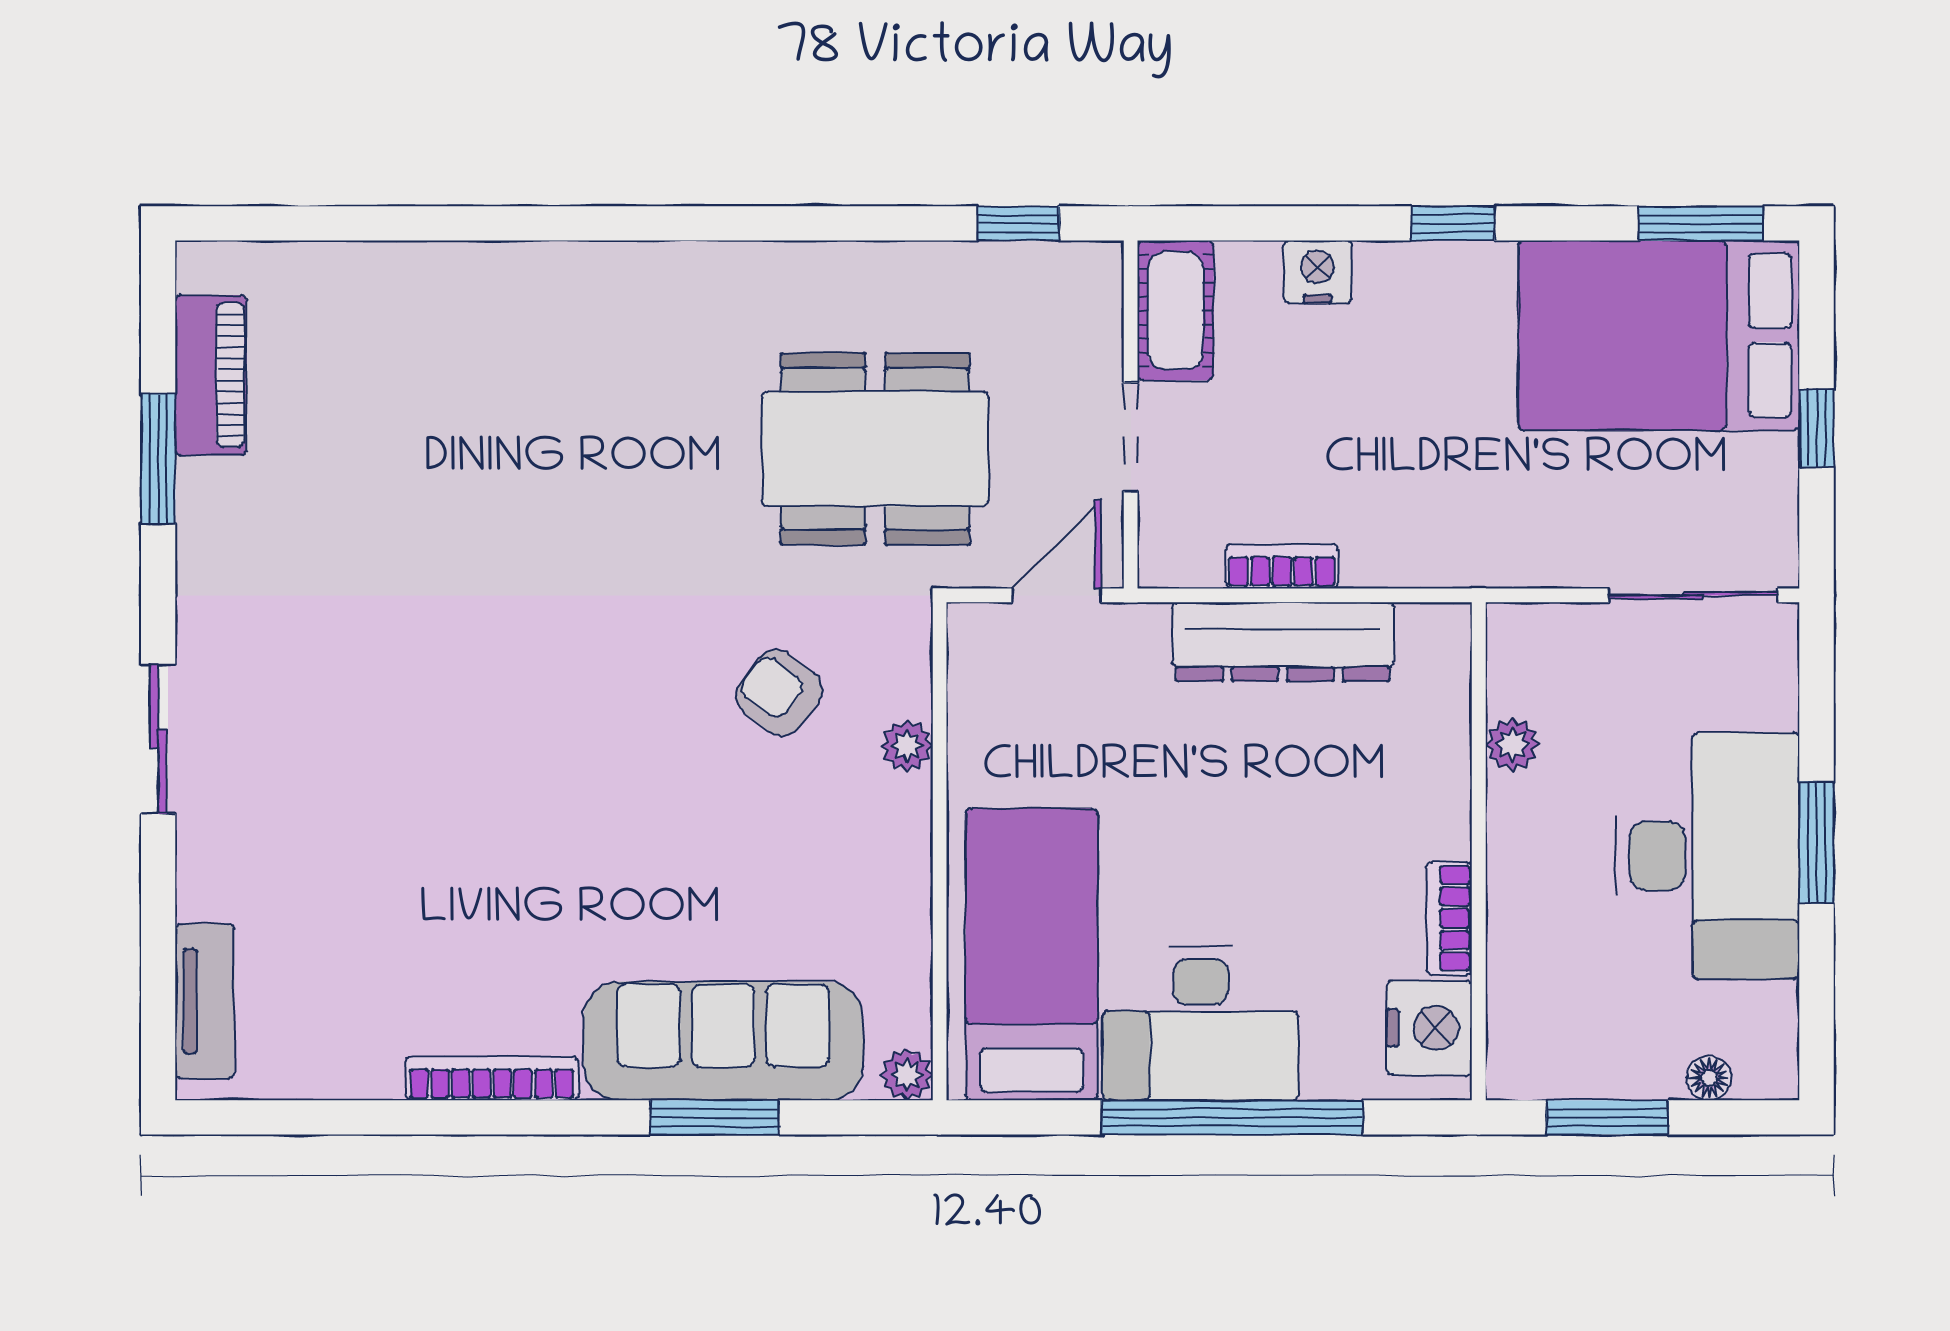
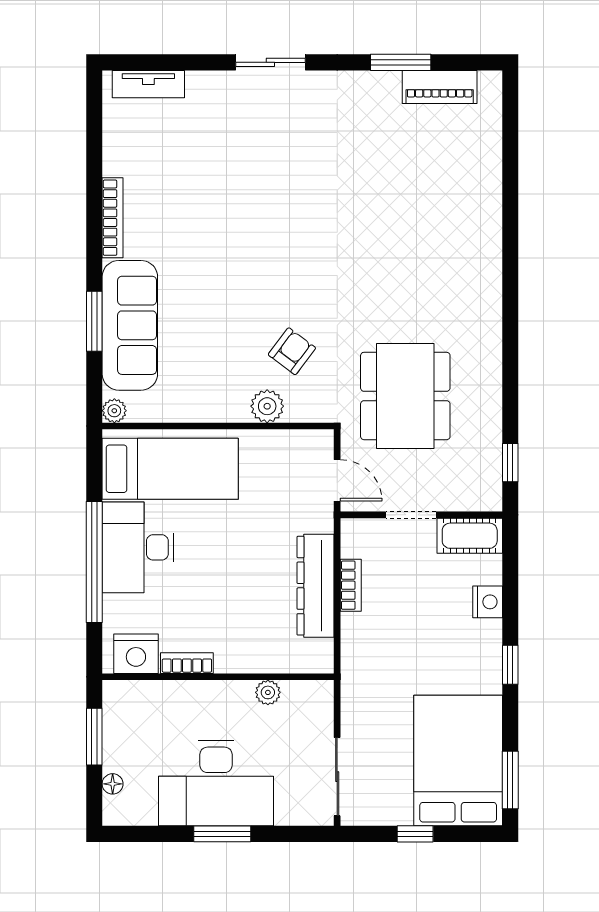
plant: (907, 746) -> (267, 406), width x1.38, depth x1.38

